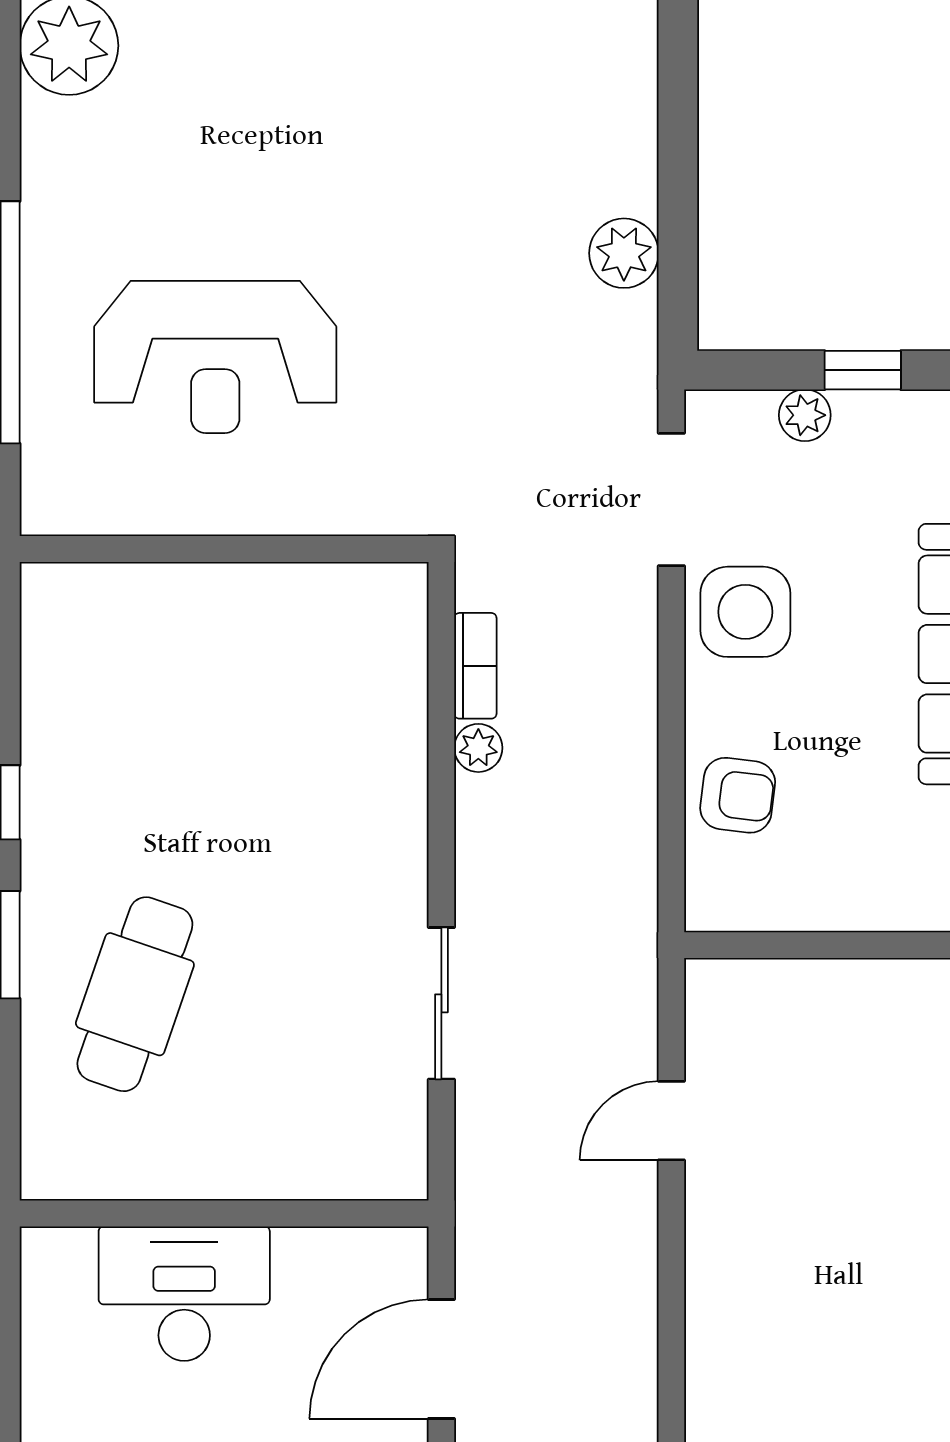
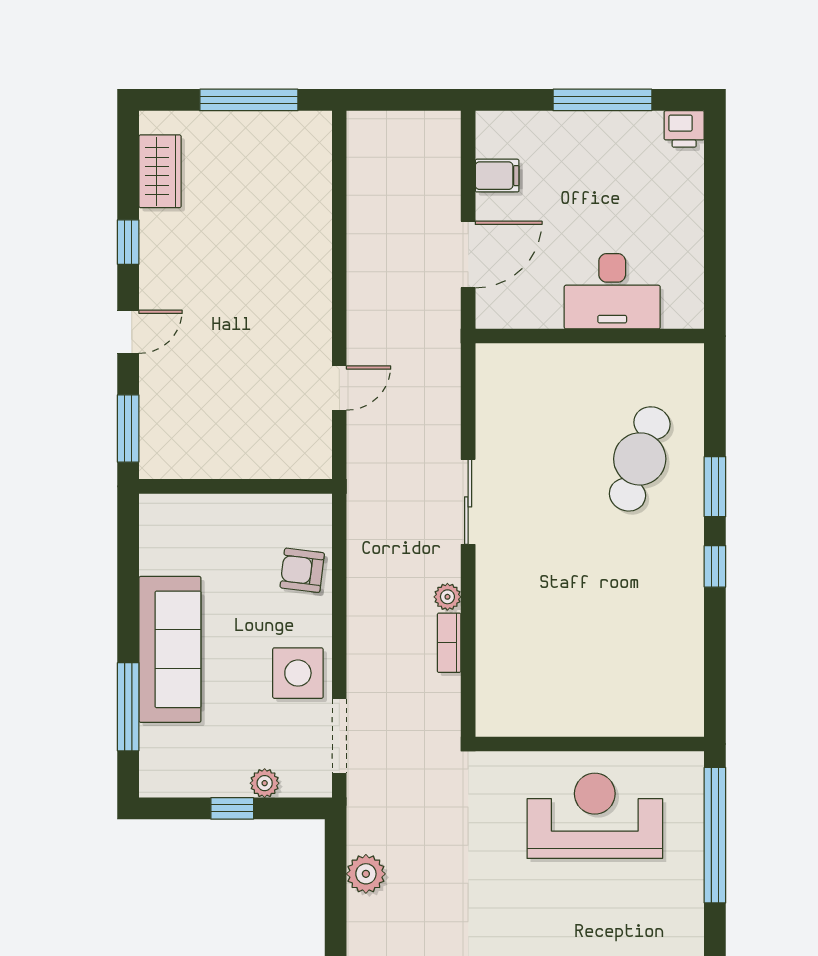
wall: (224, 549) -> (590, 744), moved
sliding door: (441, 1003) -> (468, 502), moved

